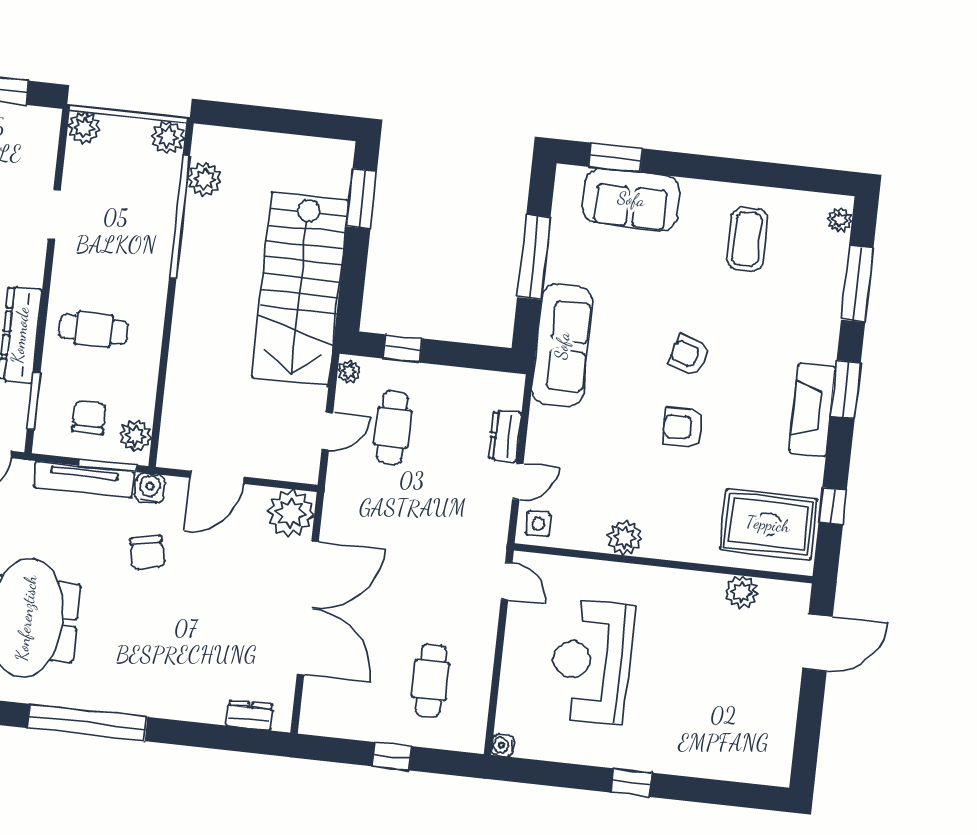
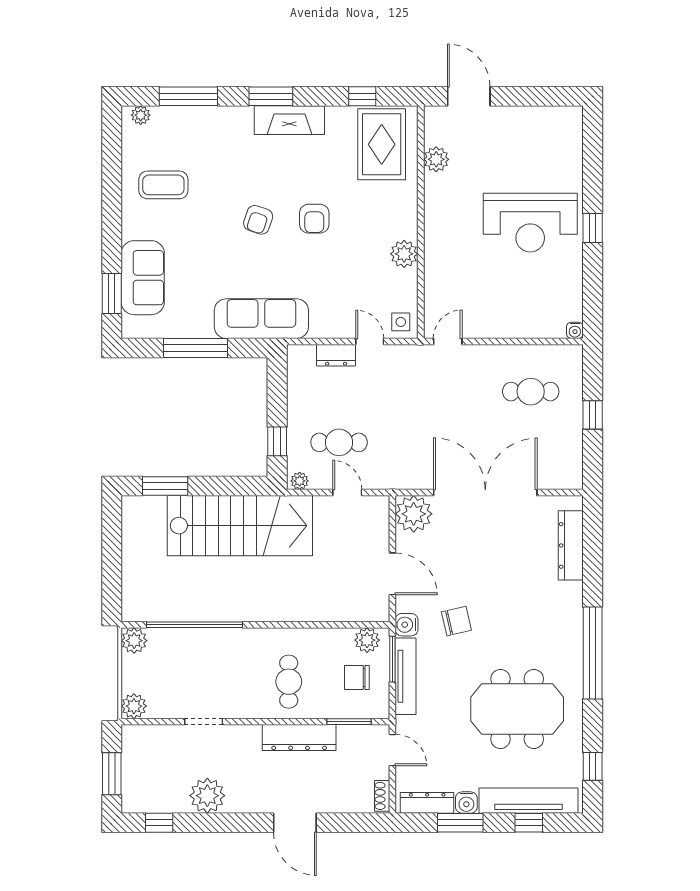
plant: (205, 180) -> (164, 609), removed
reception desk: (592, 662) -> (530, 223), moved
dresser: (249, 715) -> (571, 545), width x1.96, depth x1.24

